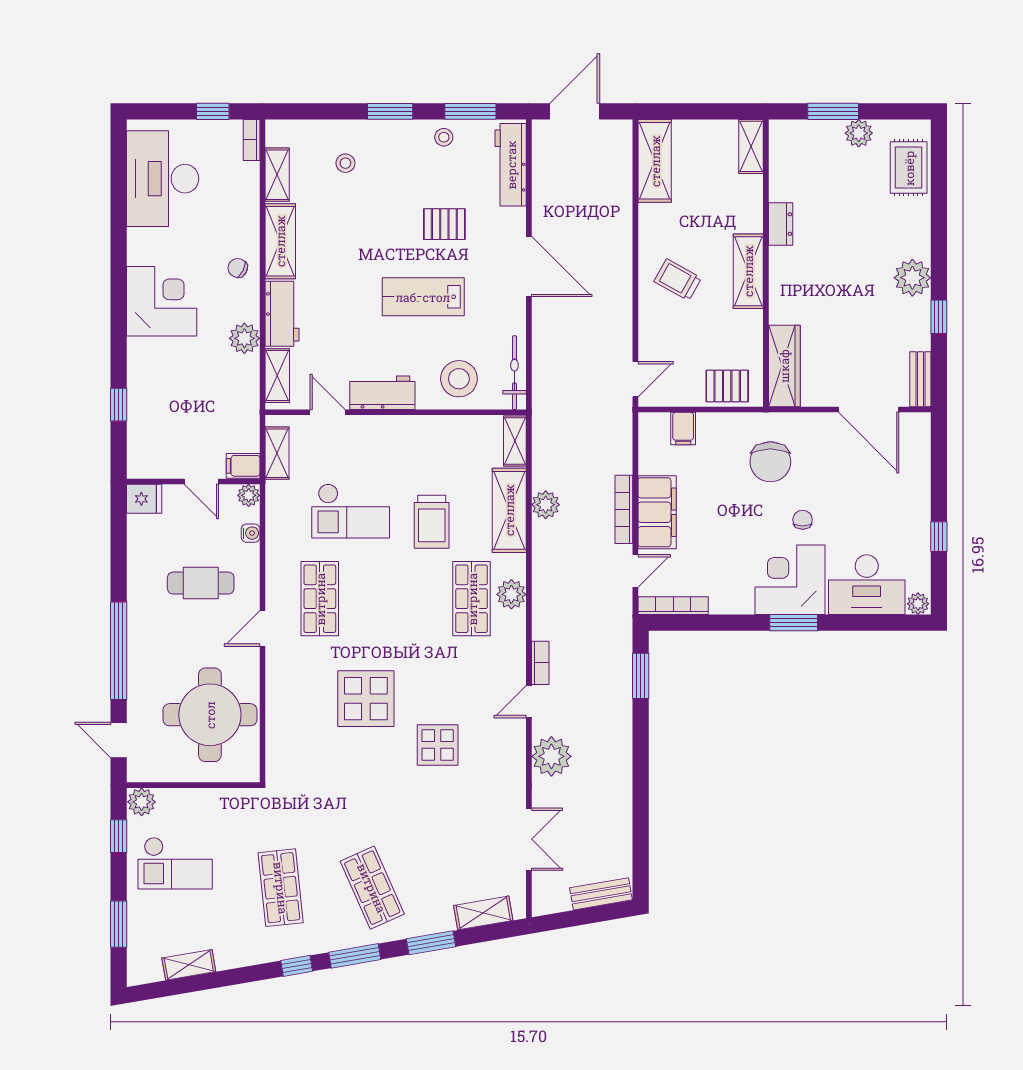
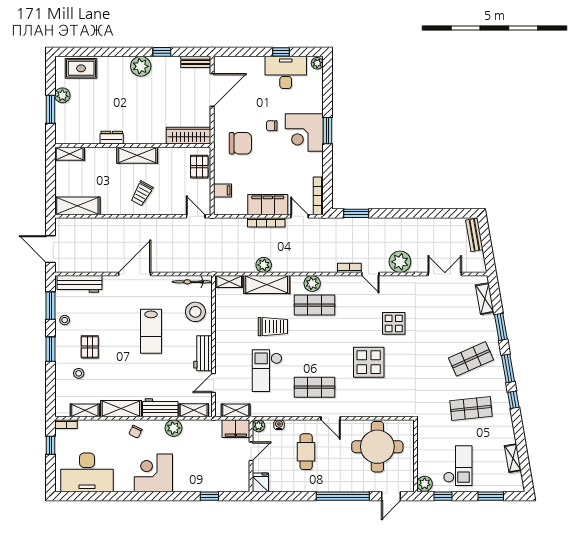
pallet: (444, 224) -> (90, 347), moved
filing cabinet: (243, 466) -> (236, 429), width x2.00
checkout: (351, 511) -> (267, 371), turned 180
desk: (867, 585) -> (286, 72), moved, turned -90

